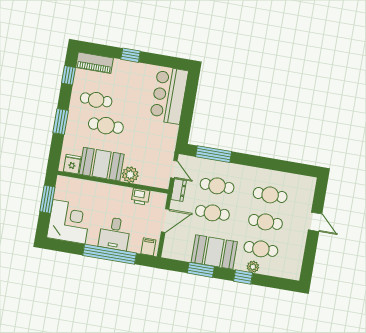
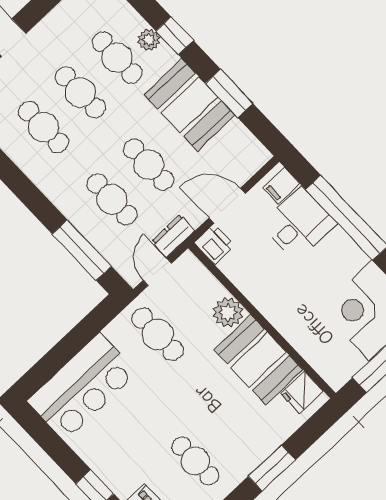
cafe table: (106, 126) -> (158, 334), moved
printer: (140, 197) -> (214, 244), moved
desk: (115, 234) -> (299, 224), moved

